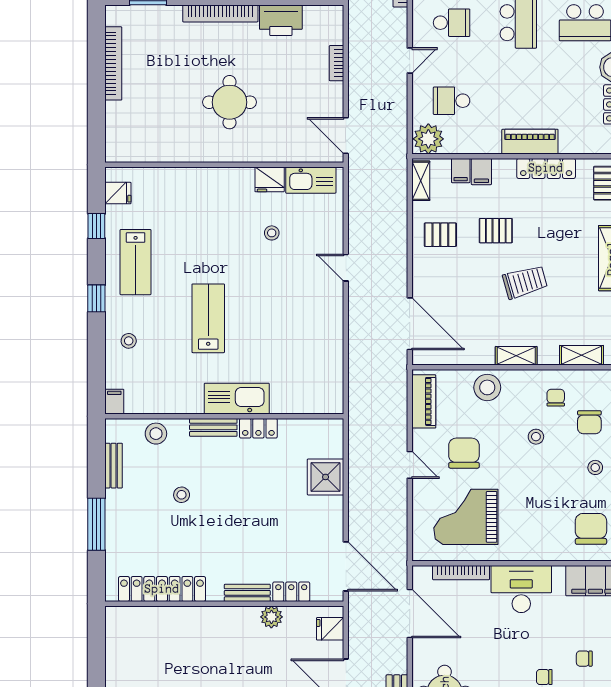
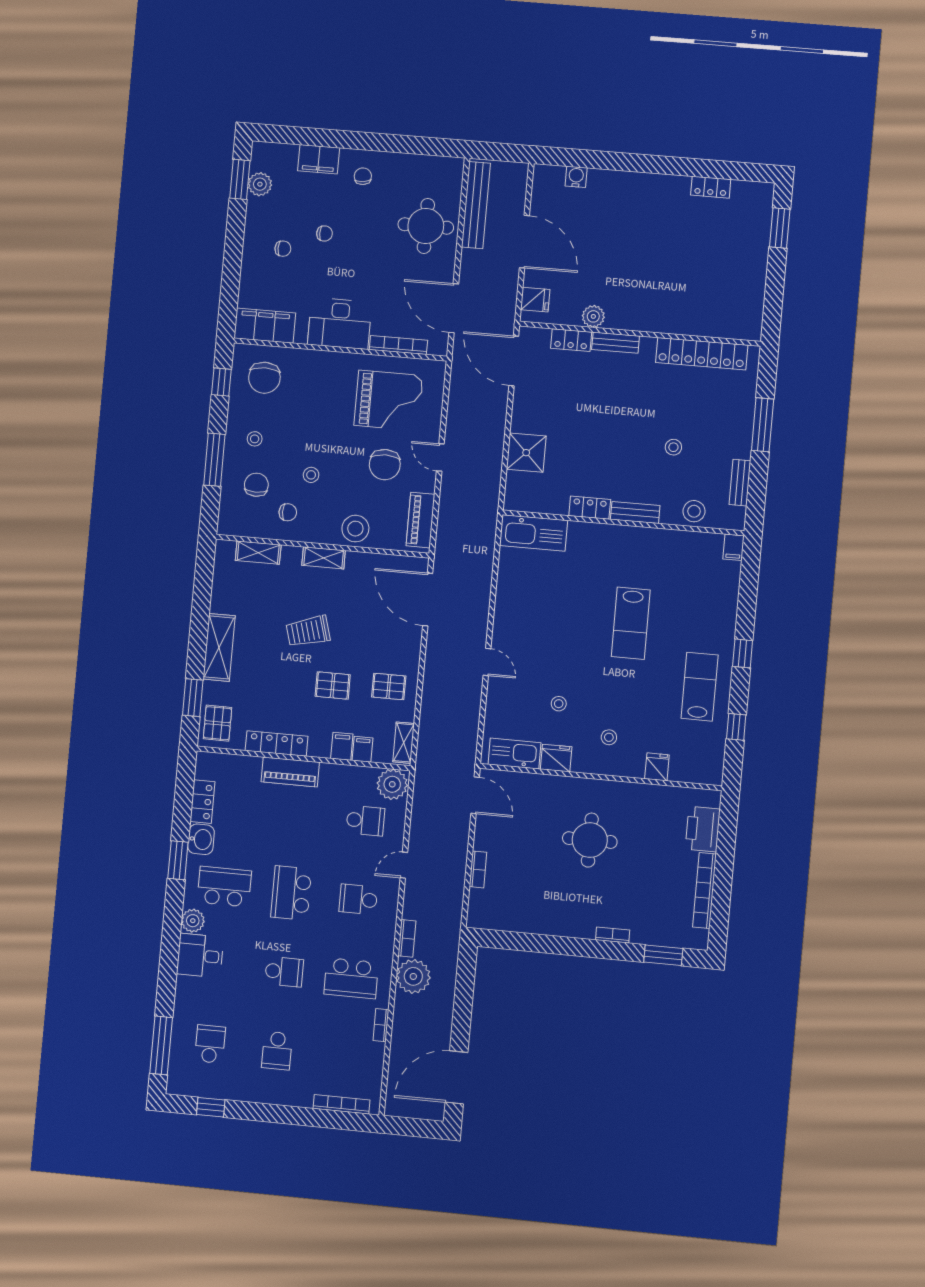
bookcase: (220, 14) -> (613, 935), width x0.43, depth x0.76
printer: (281, 20) -> (703, 829), moved, turned -90
fridge: (118, 193) -> (657, 767), moved, turned 90
stool: (129, 341) -> (609, 737), moved
chair: (556, 398) -> (288, 512), turned -90
kitchen sink: (237, 399) -> (534, 533), moved

